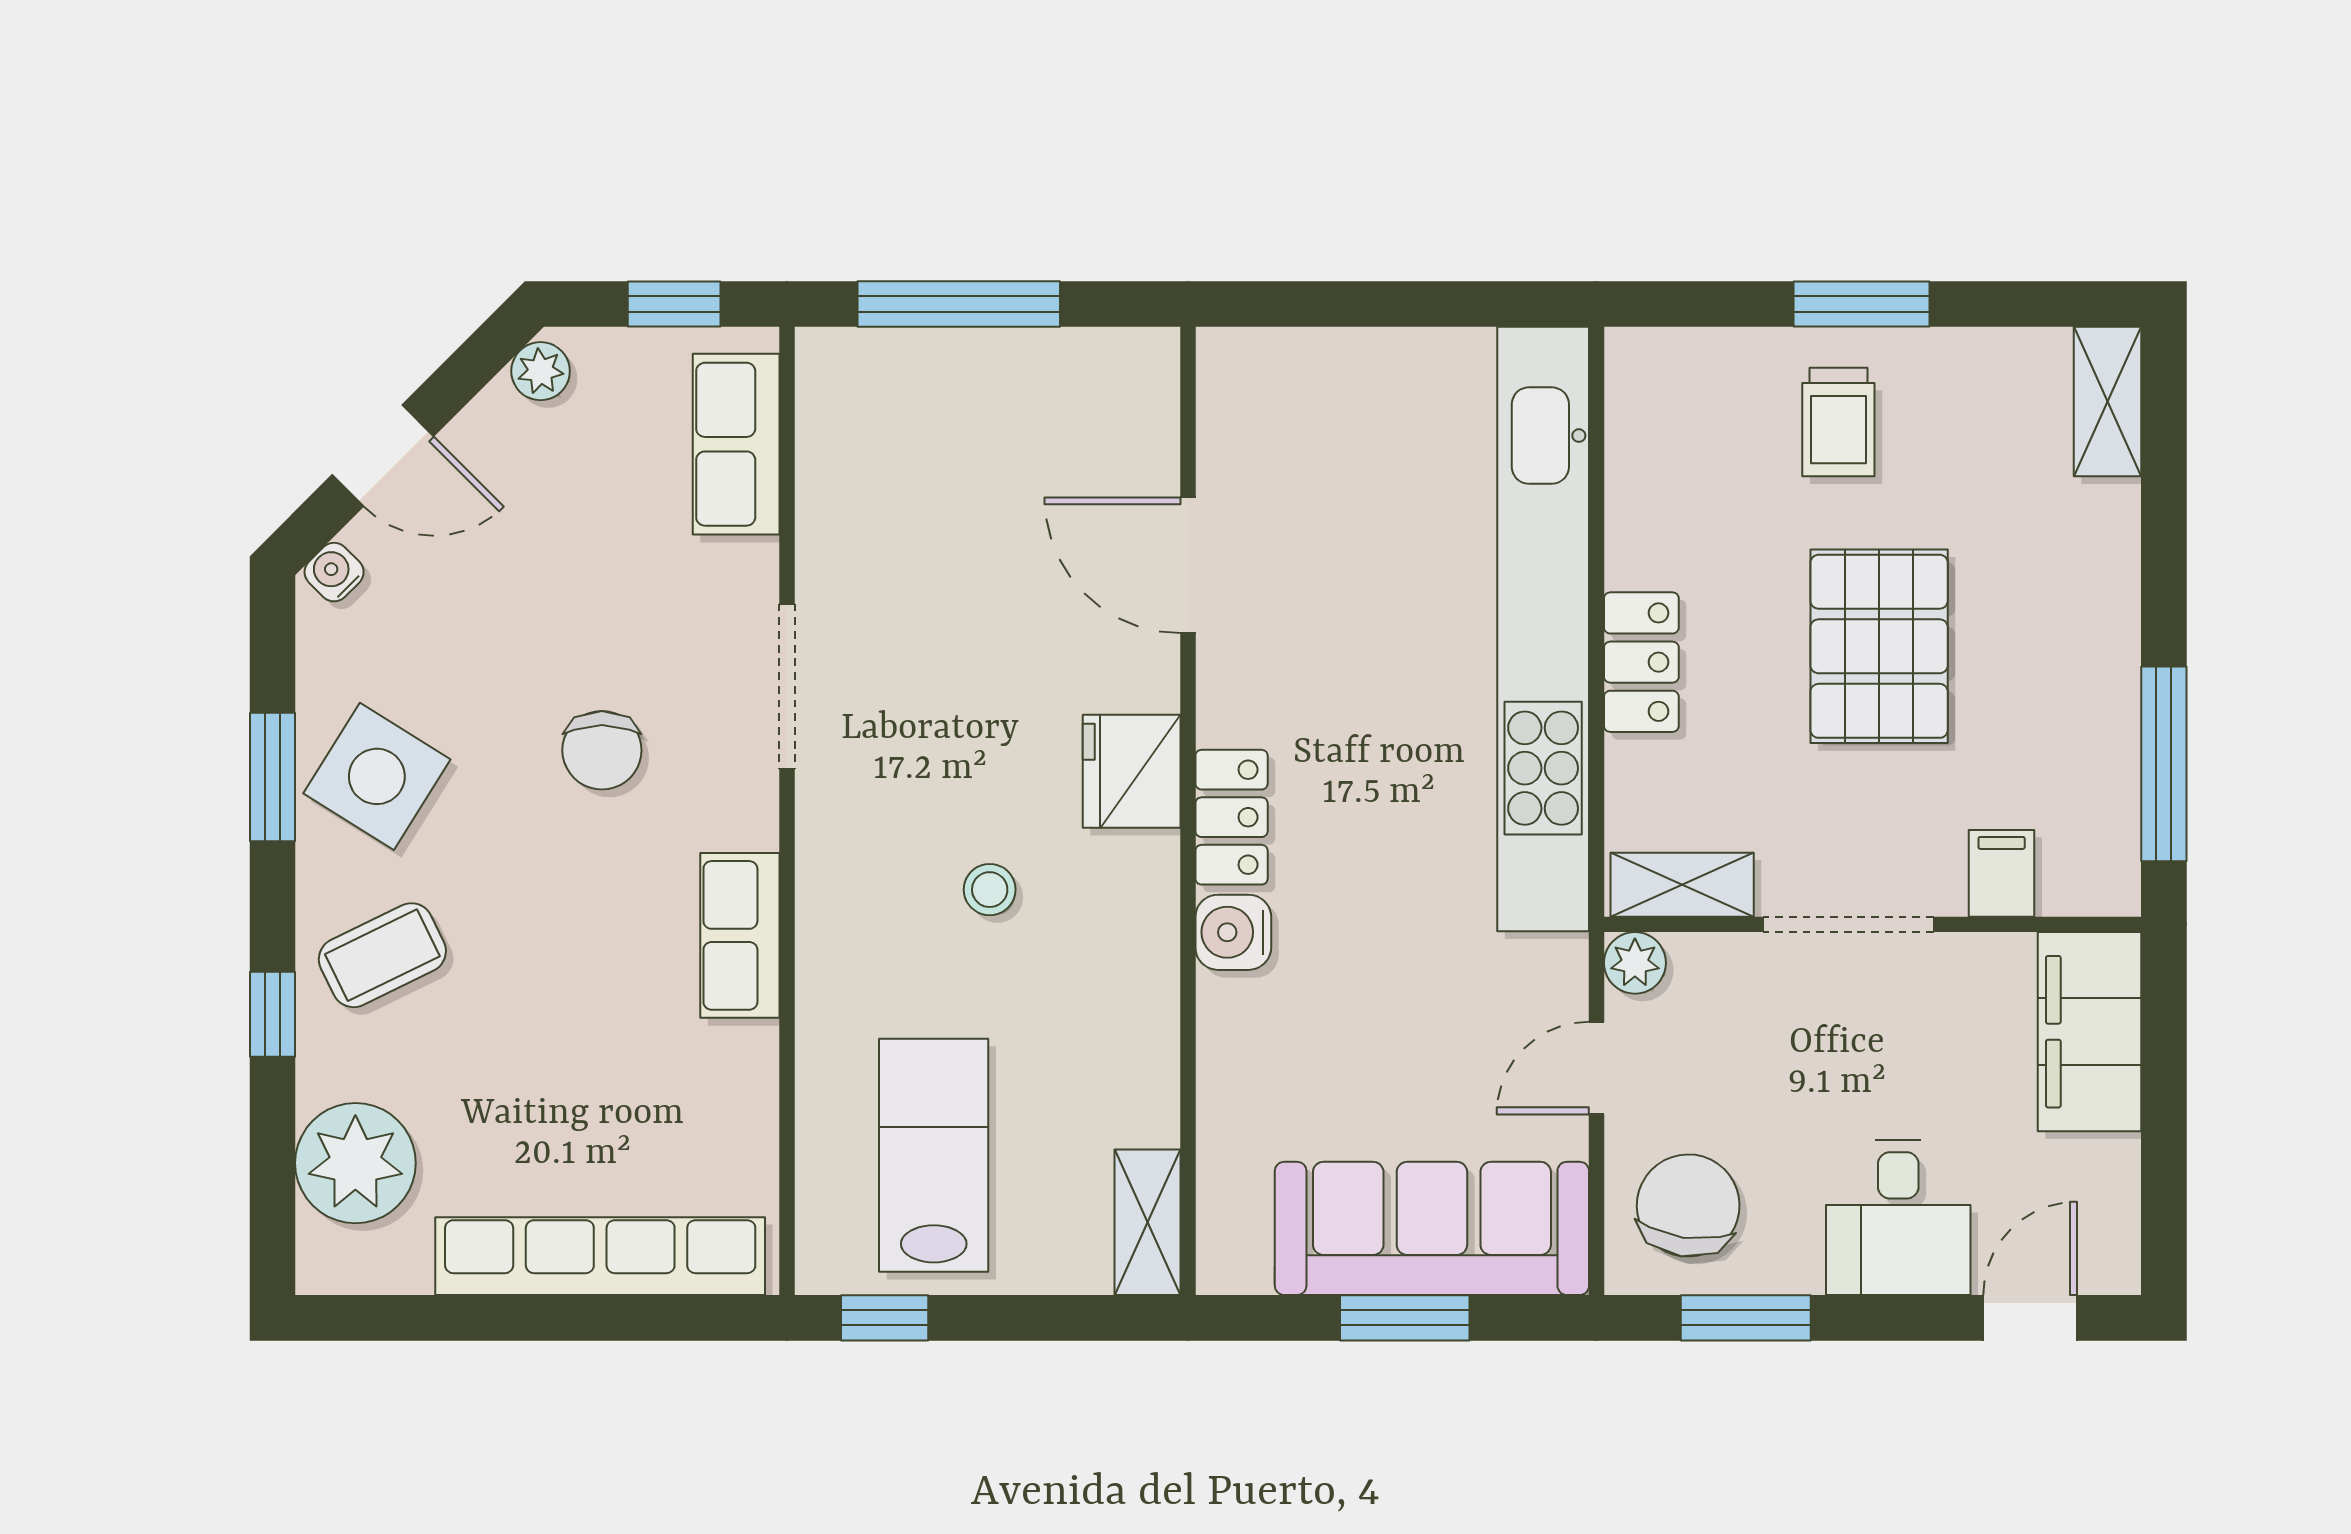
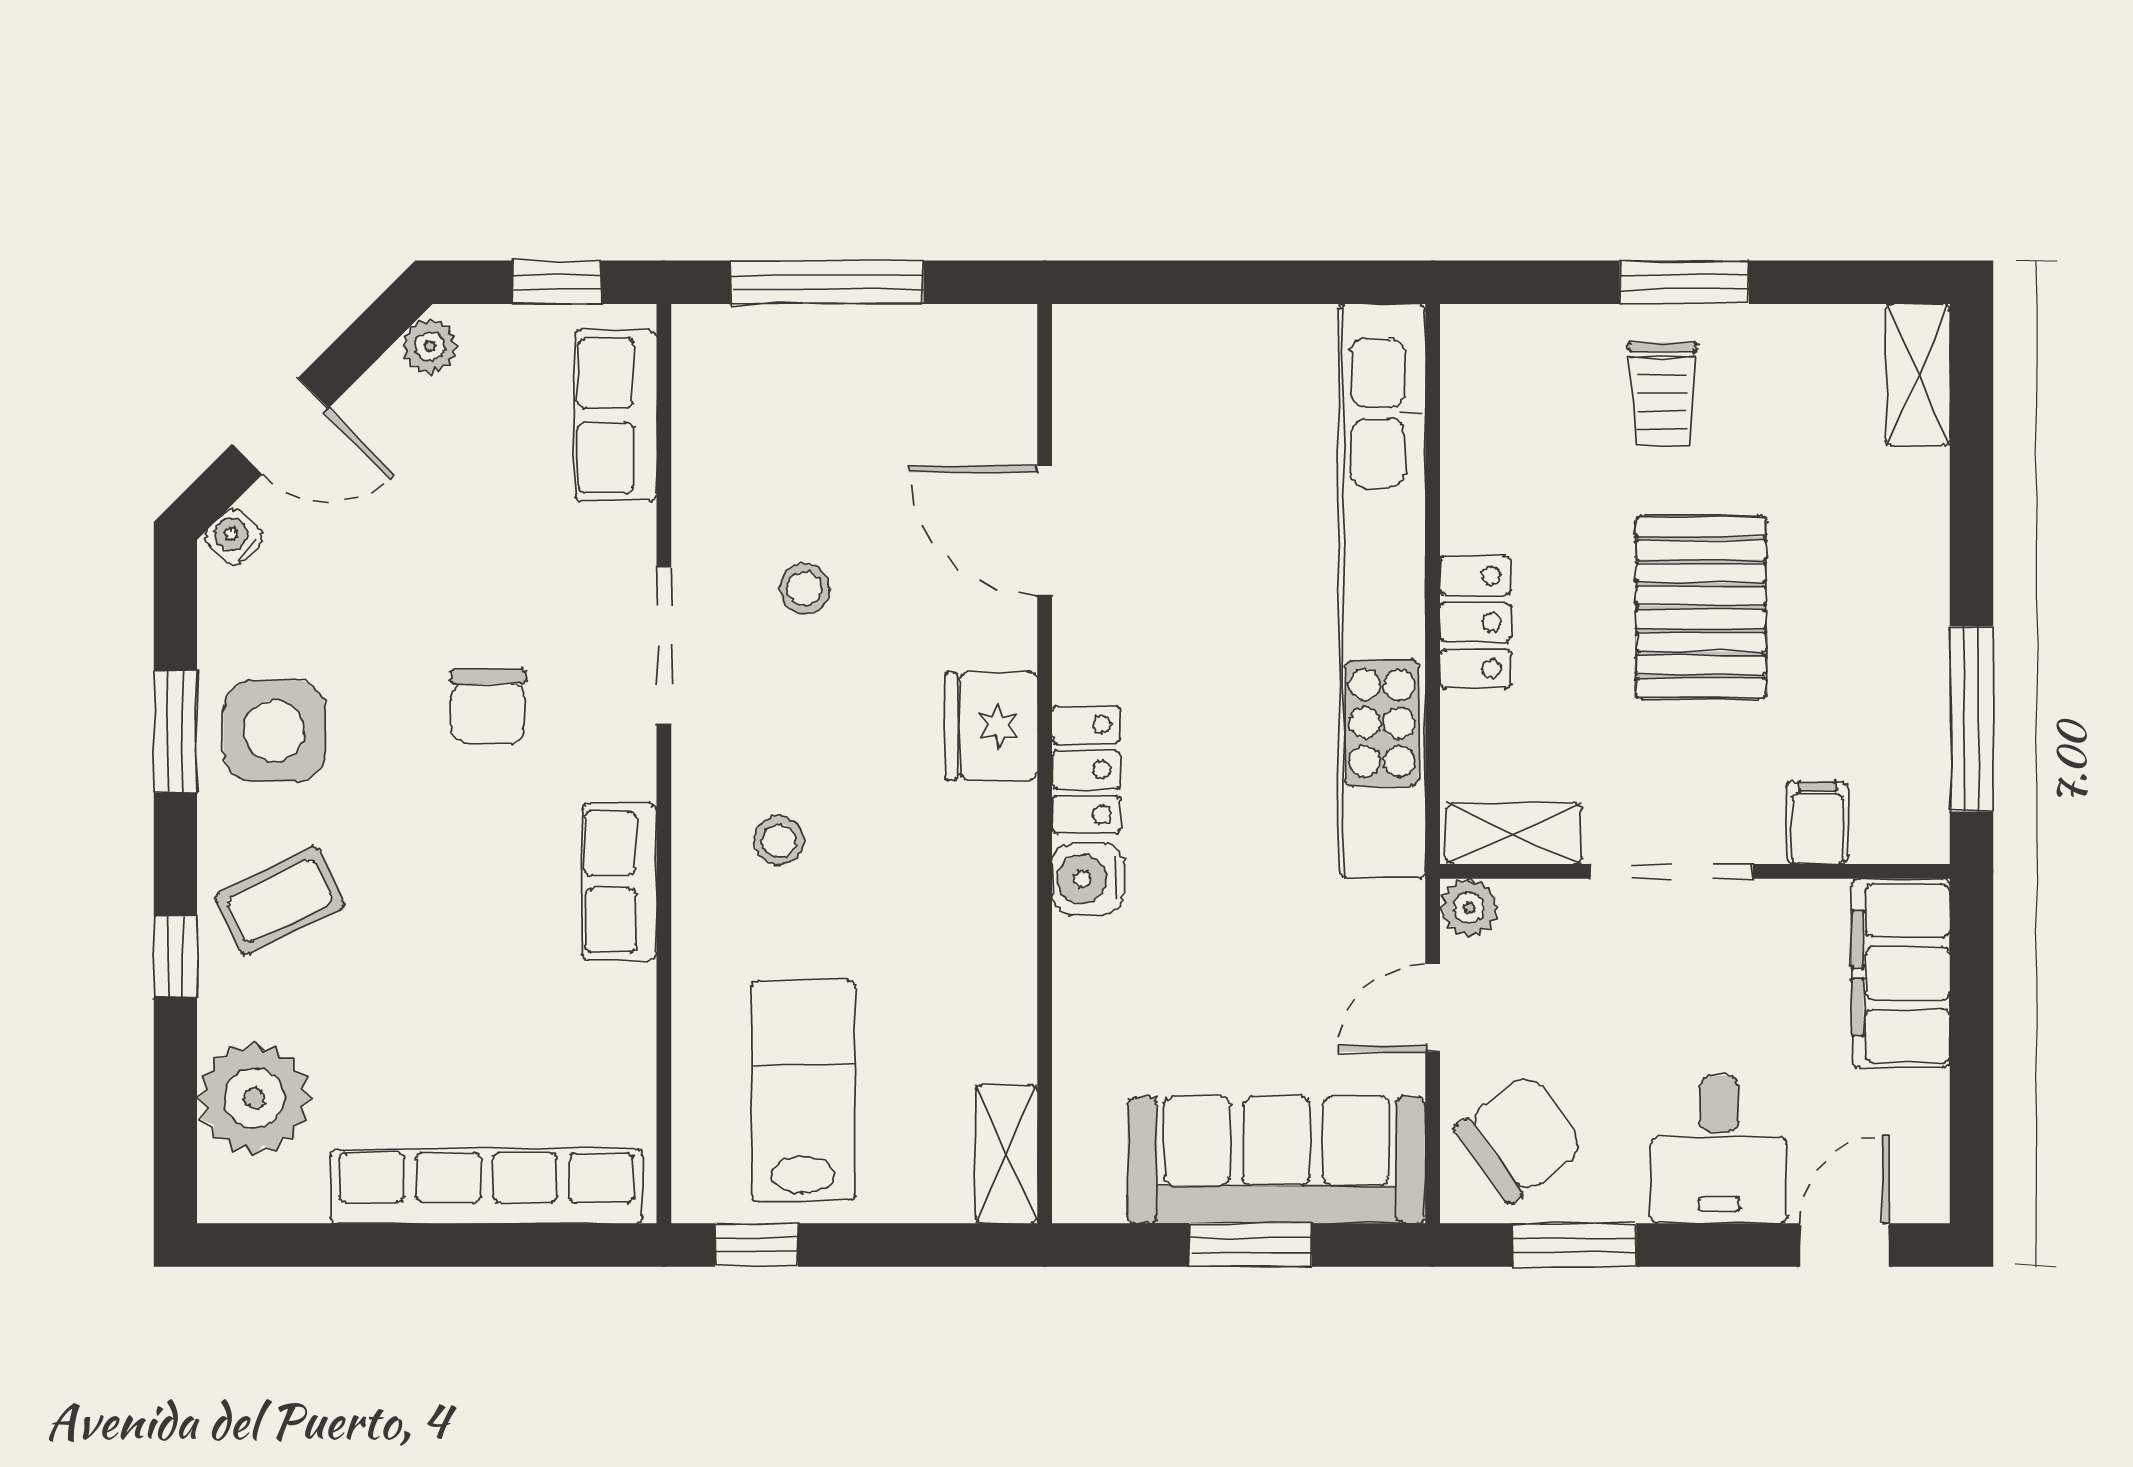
stool: (935, 627) -> (805, 589), added
side table: (377, 776) -> (274, 731), turned -32
stool: (990, 890) -> (779, 841), moved
chair: (1688, 1206) -> (1520, 1138), turned 46

